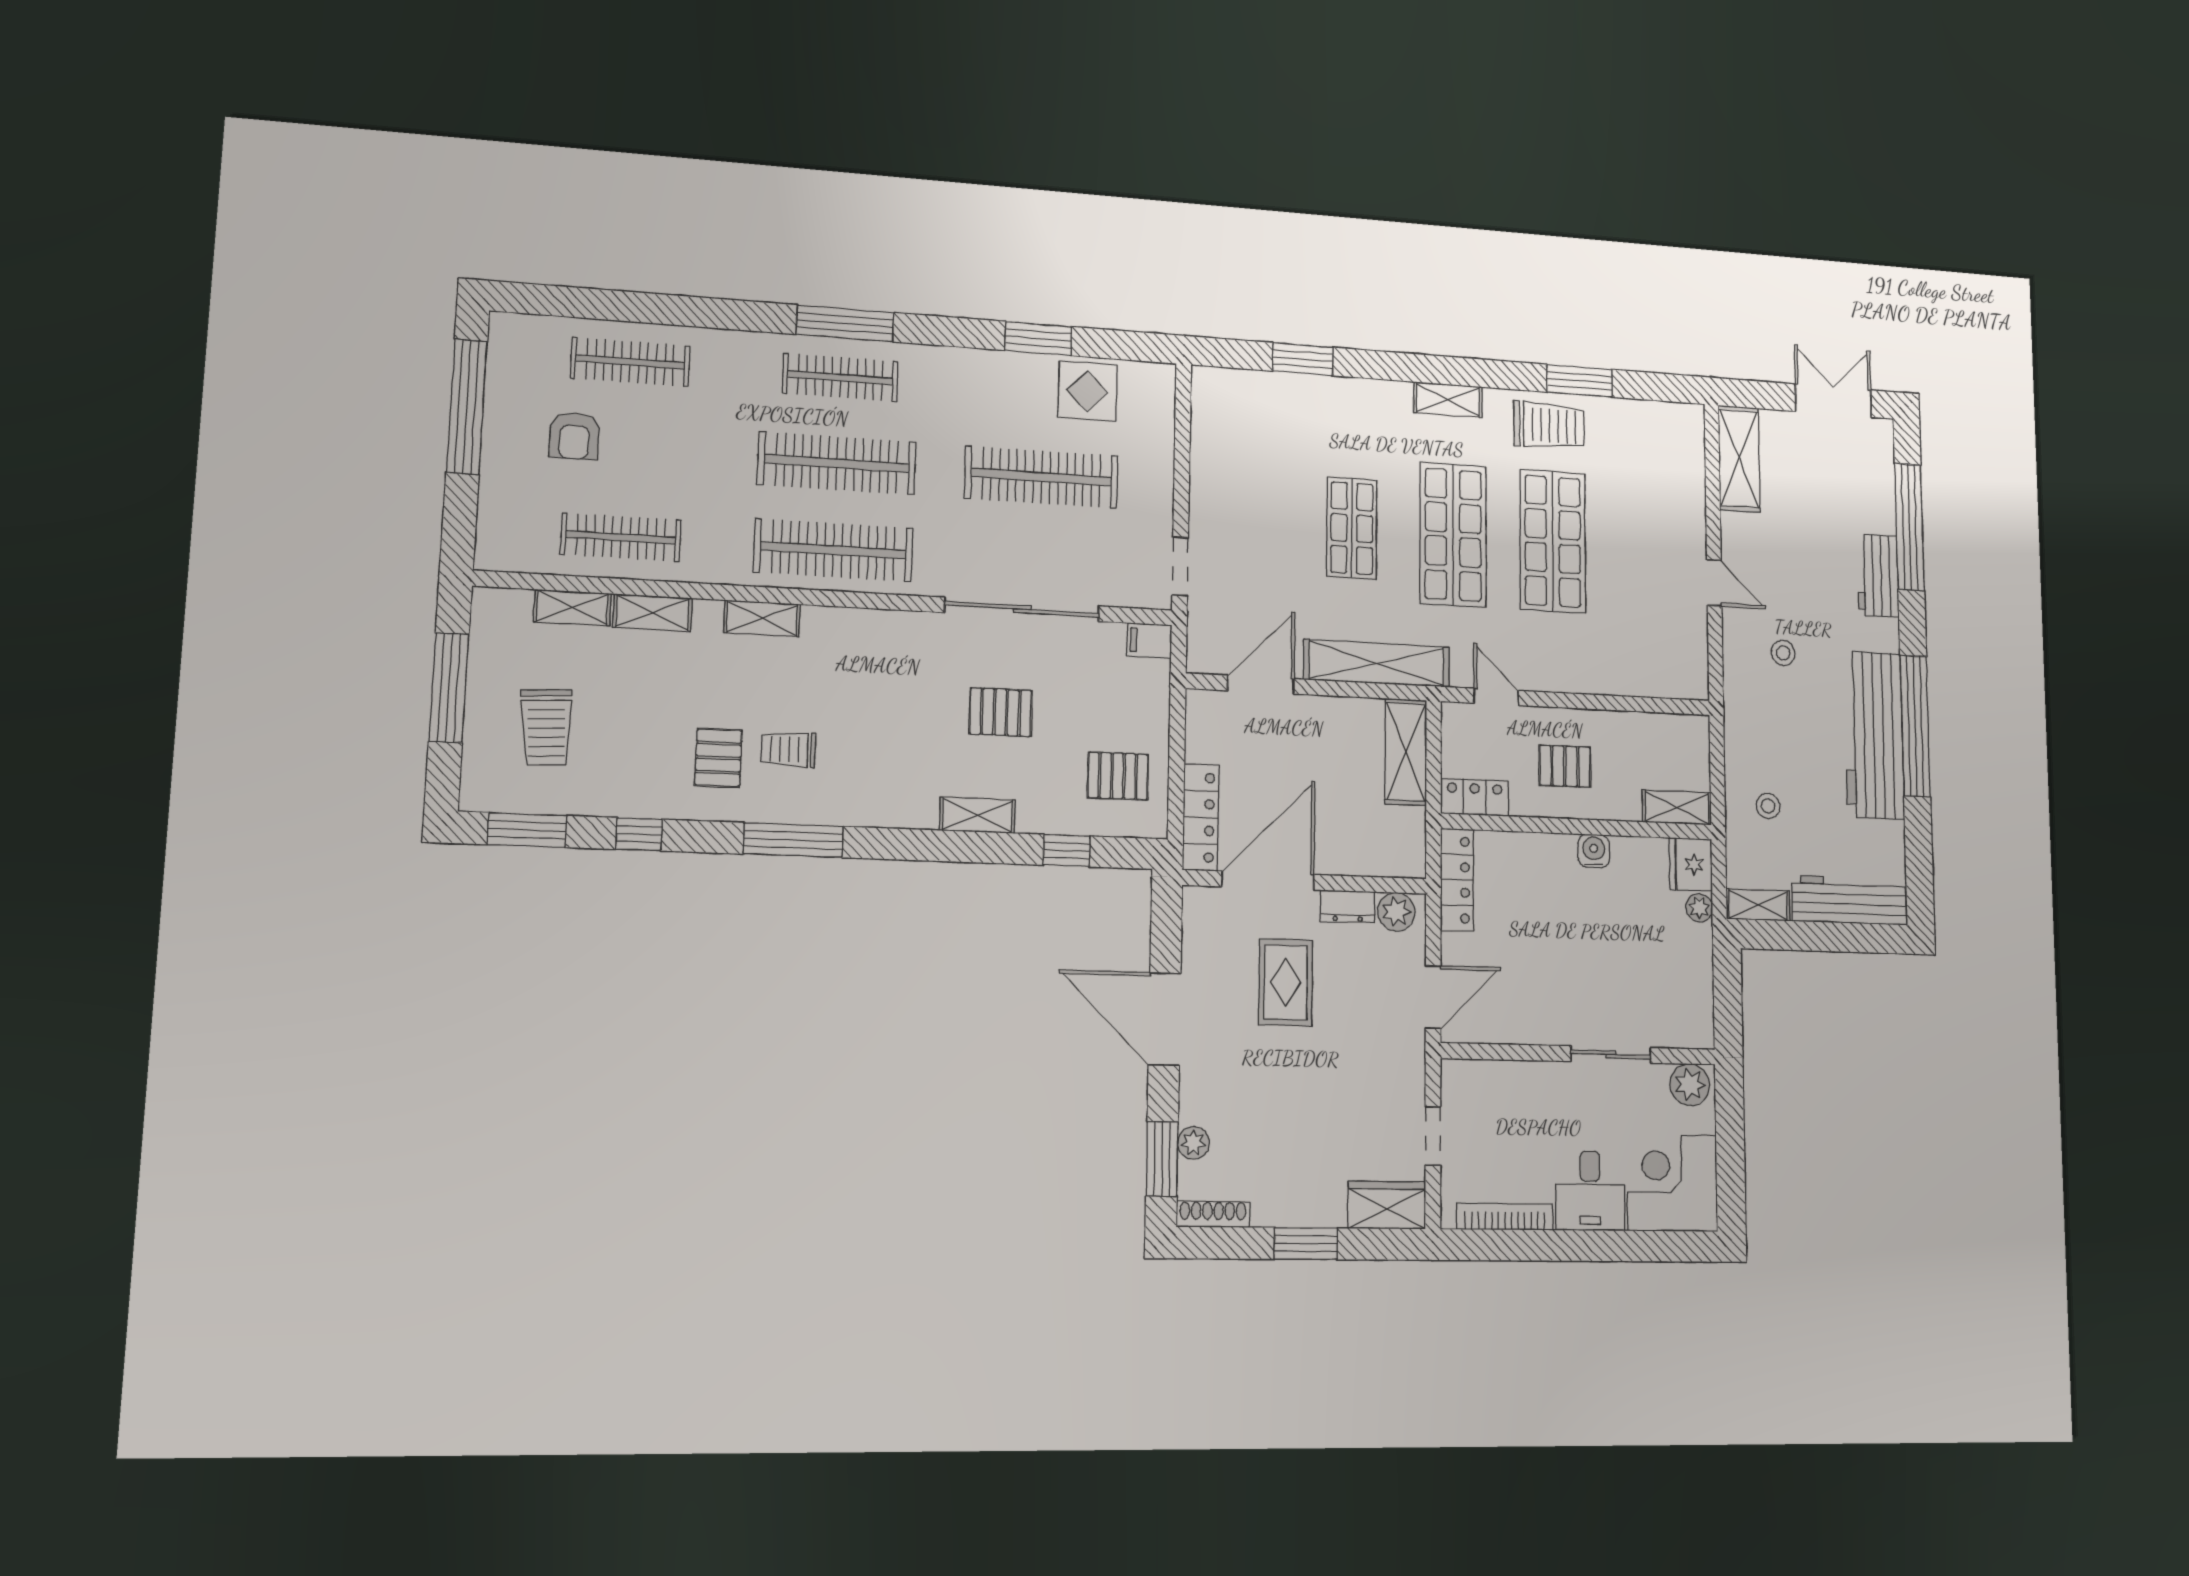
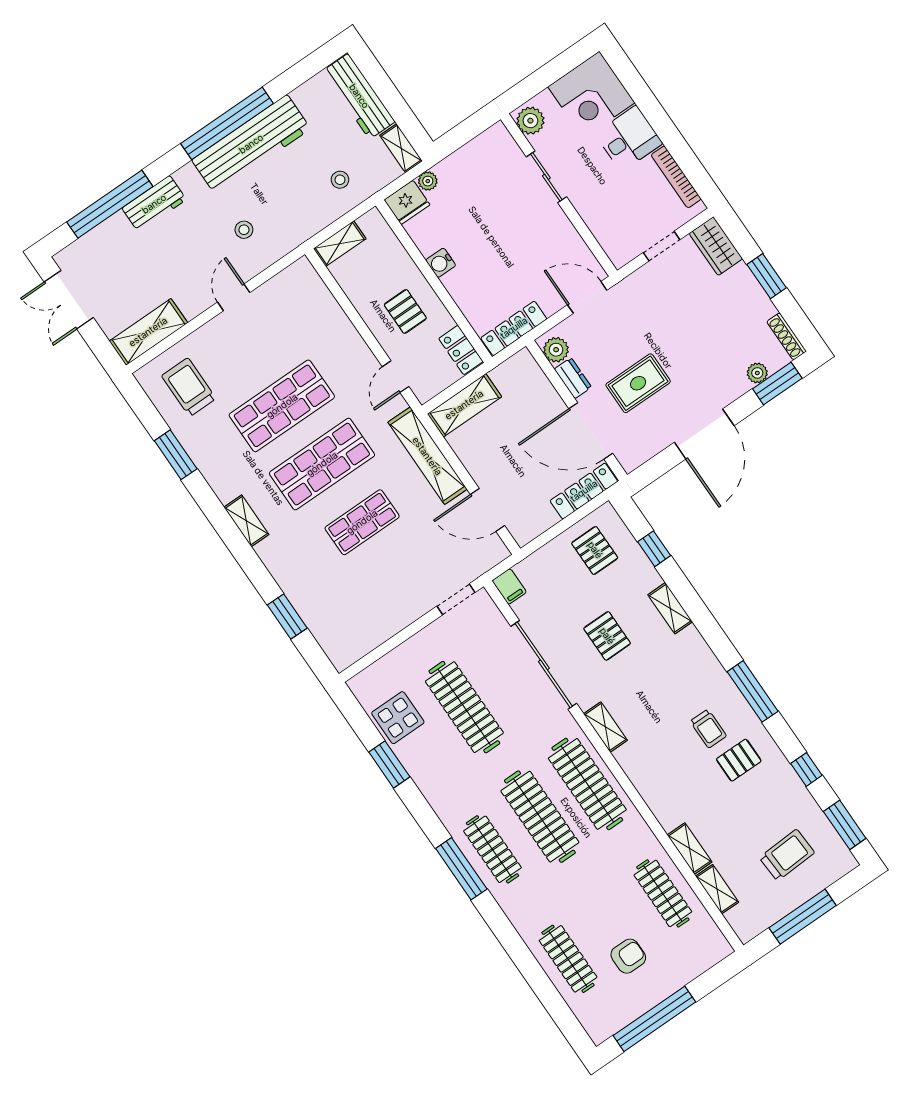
trolley: (1549, 425) -> (189, 387), moved
shelving: (762, 618) -> (605, 727), moved
shelving: (1677, 807) -> (340, 244), moved, turned 90

